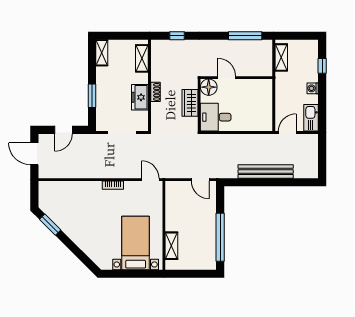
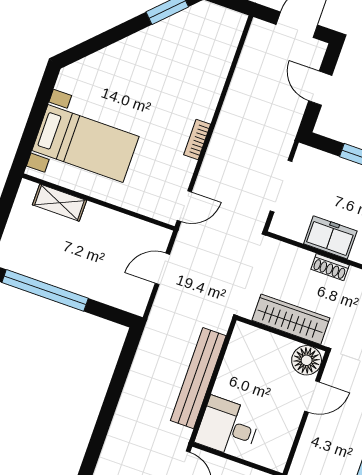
wardrobe: (190, 103) -> (291, 319), width x1.50
desk: (216, 117) -> (228, 427), moved, turned -90
bench: (266, 171) -> (198, 378), moved
door: (200, 180) -> (162, 269), moved

